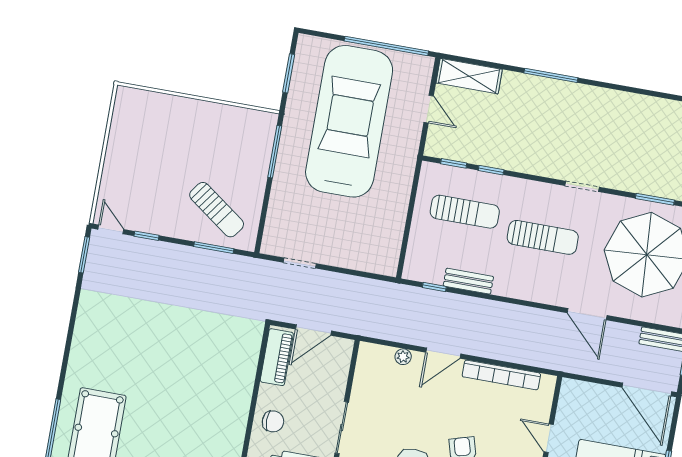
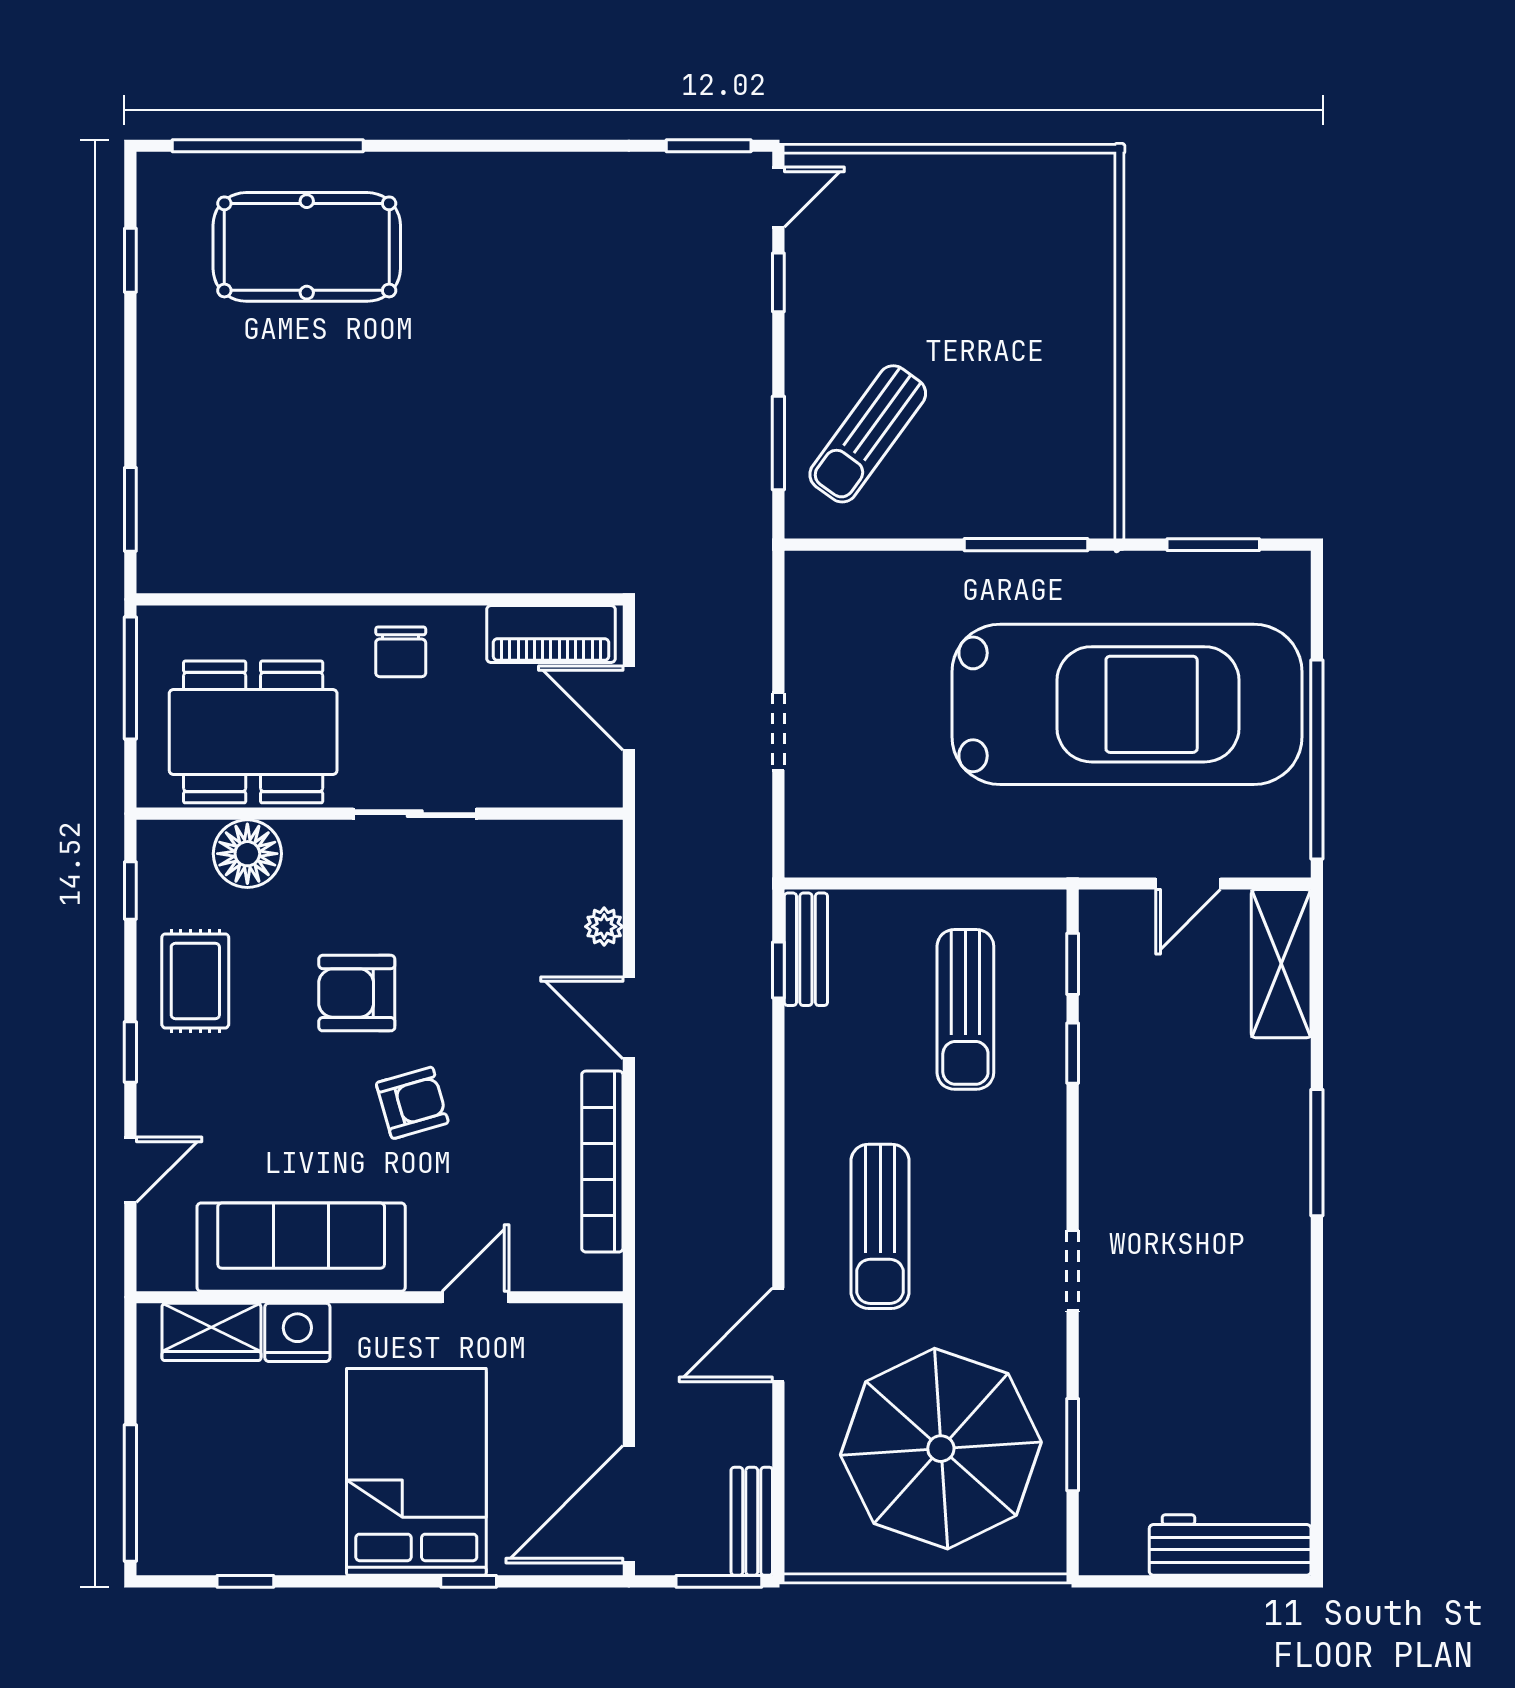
sun lounger: (543, 237) -> (880, 1226), moved
doorway: (300, 263) -> (778, 731), moved
bench: (468, 281) -> (806, 949), moved

